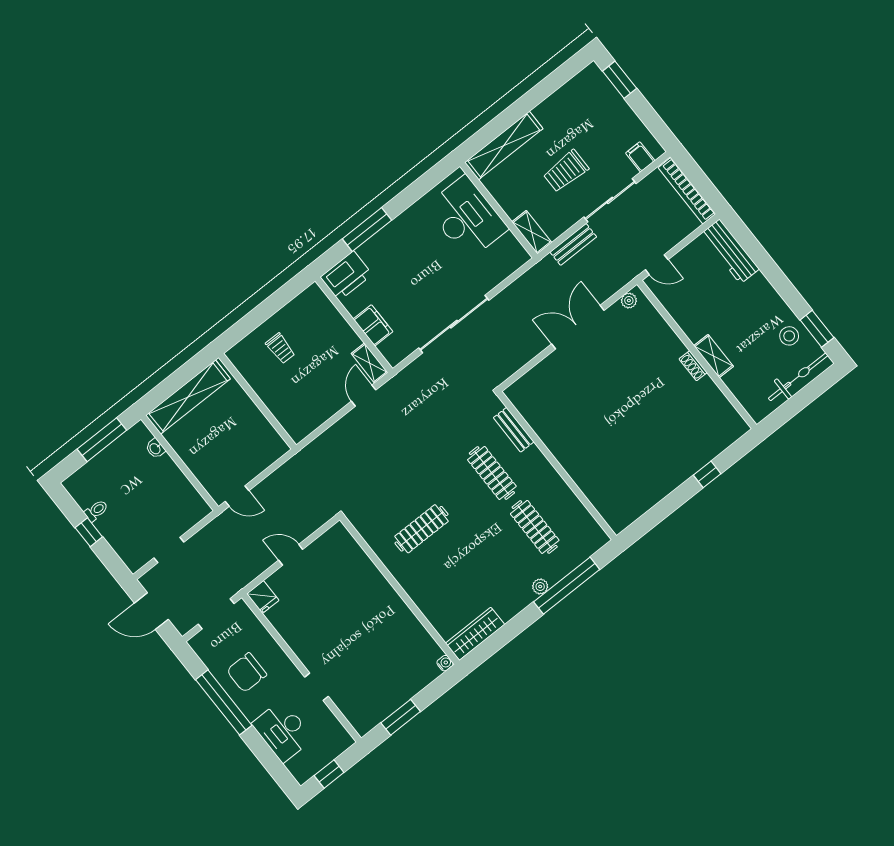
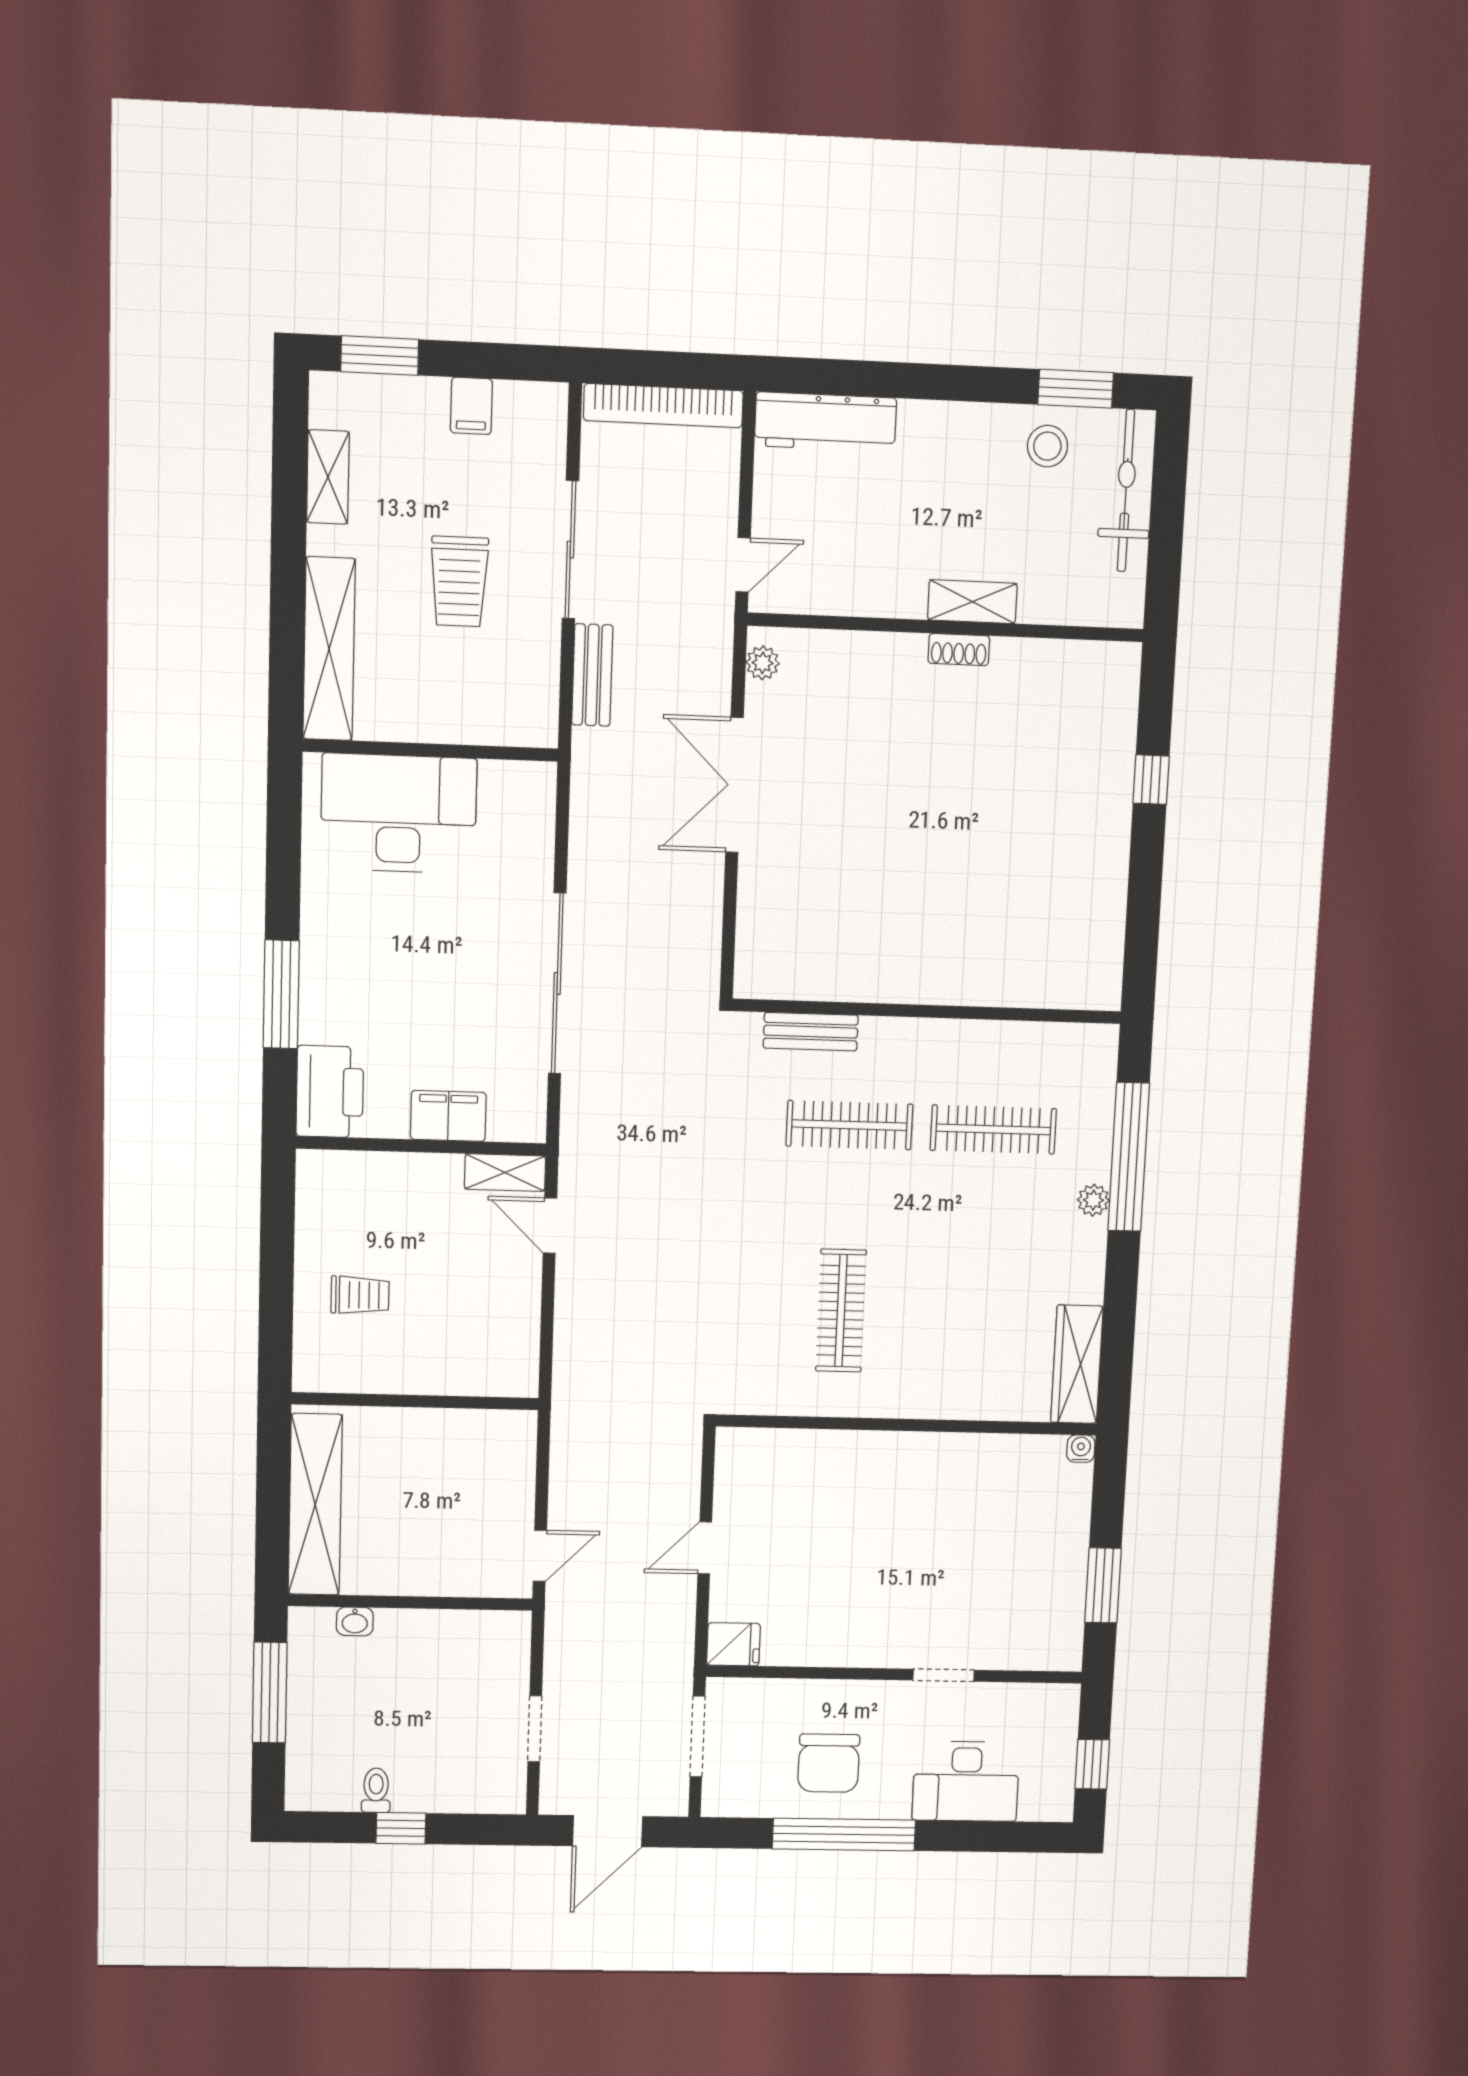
filing cabinet: (640, 157) -> (471, 406), moved, turned -90
shelving: (532, 232) -> (328, 477), moved, turned 90

